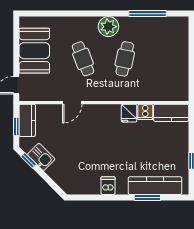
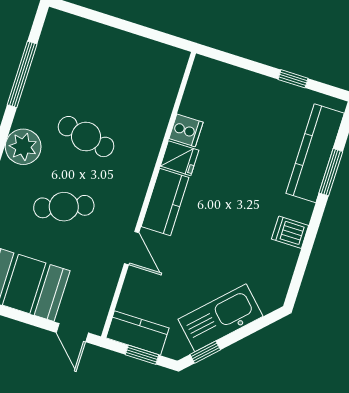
kitchen counter: (171, 113) -> (165, 202), moved
kitchen sink: (41, 157) -> (220, 318), width x1.88, depth x1.24

